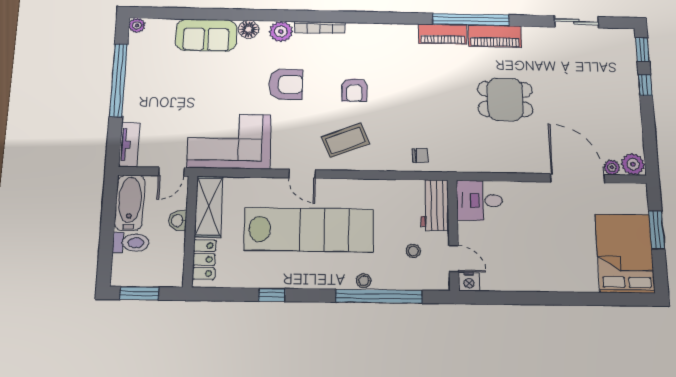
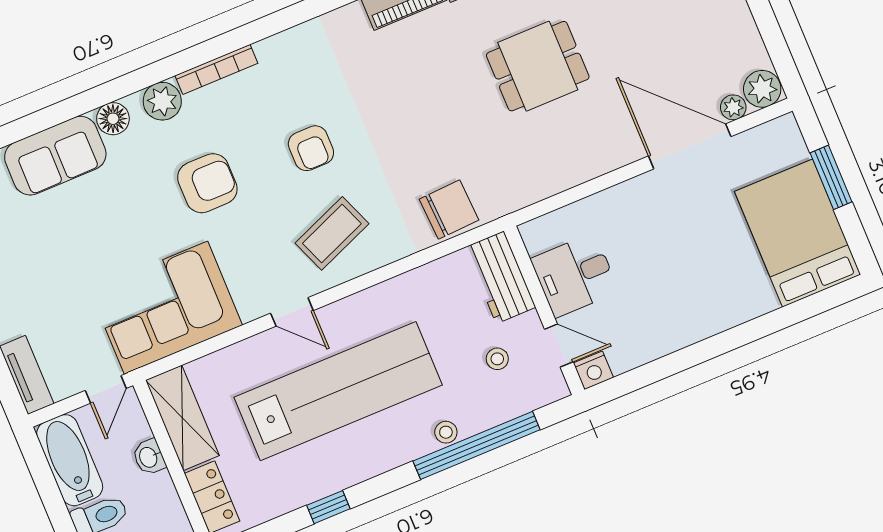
chair: (420, 155) -> (449, 210), width x1.87, depth x1.87
desk: (479, 200) -> (575, 275), moved

